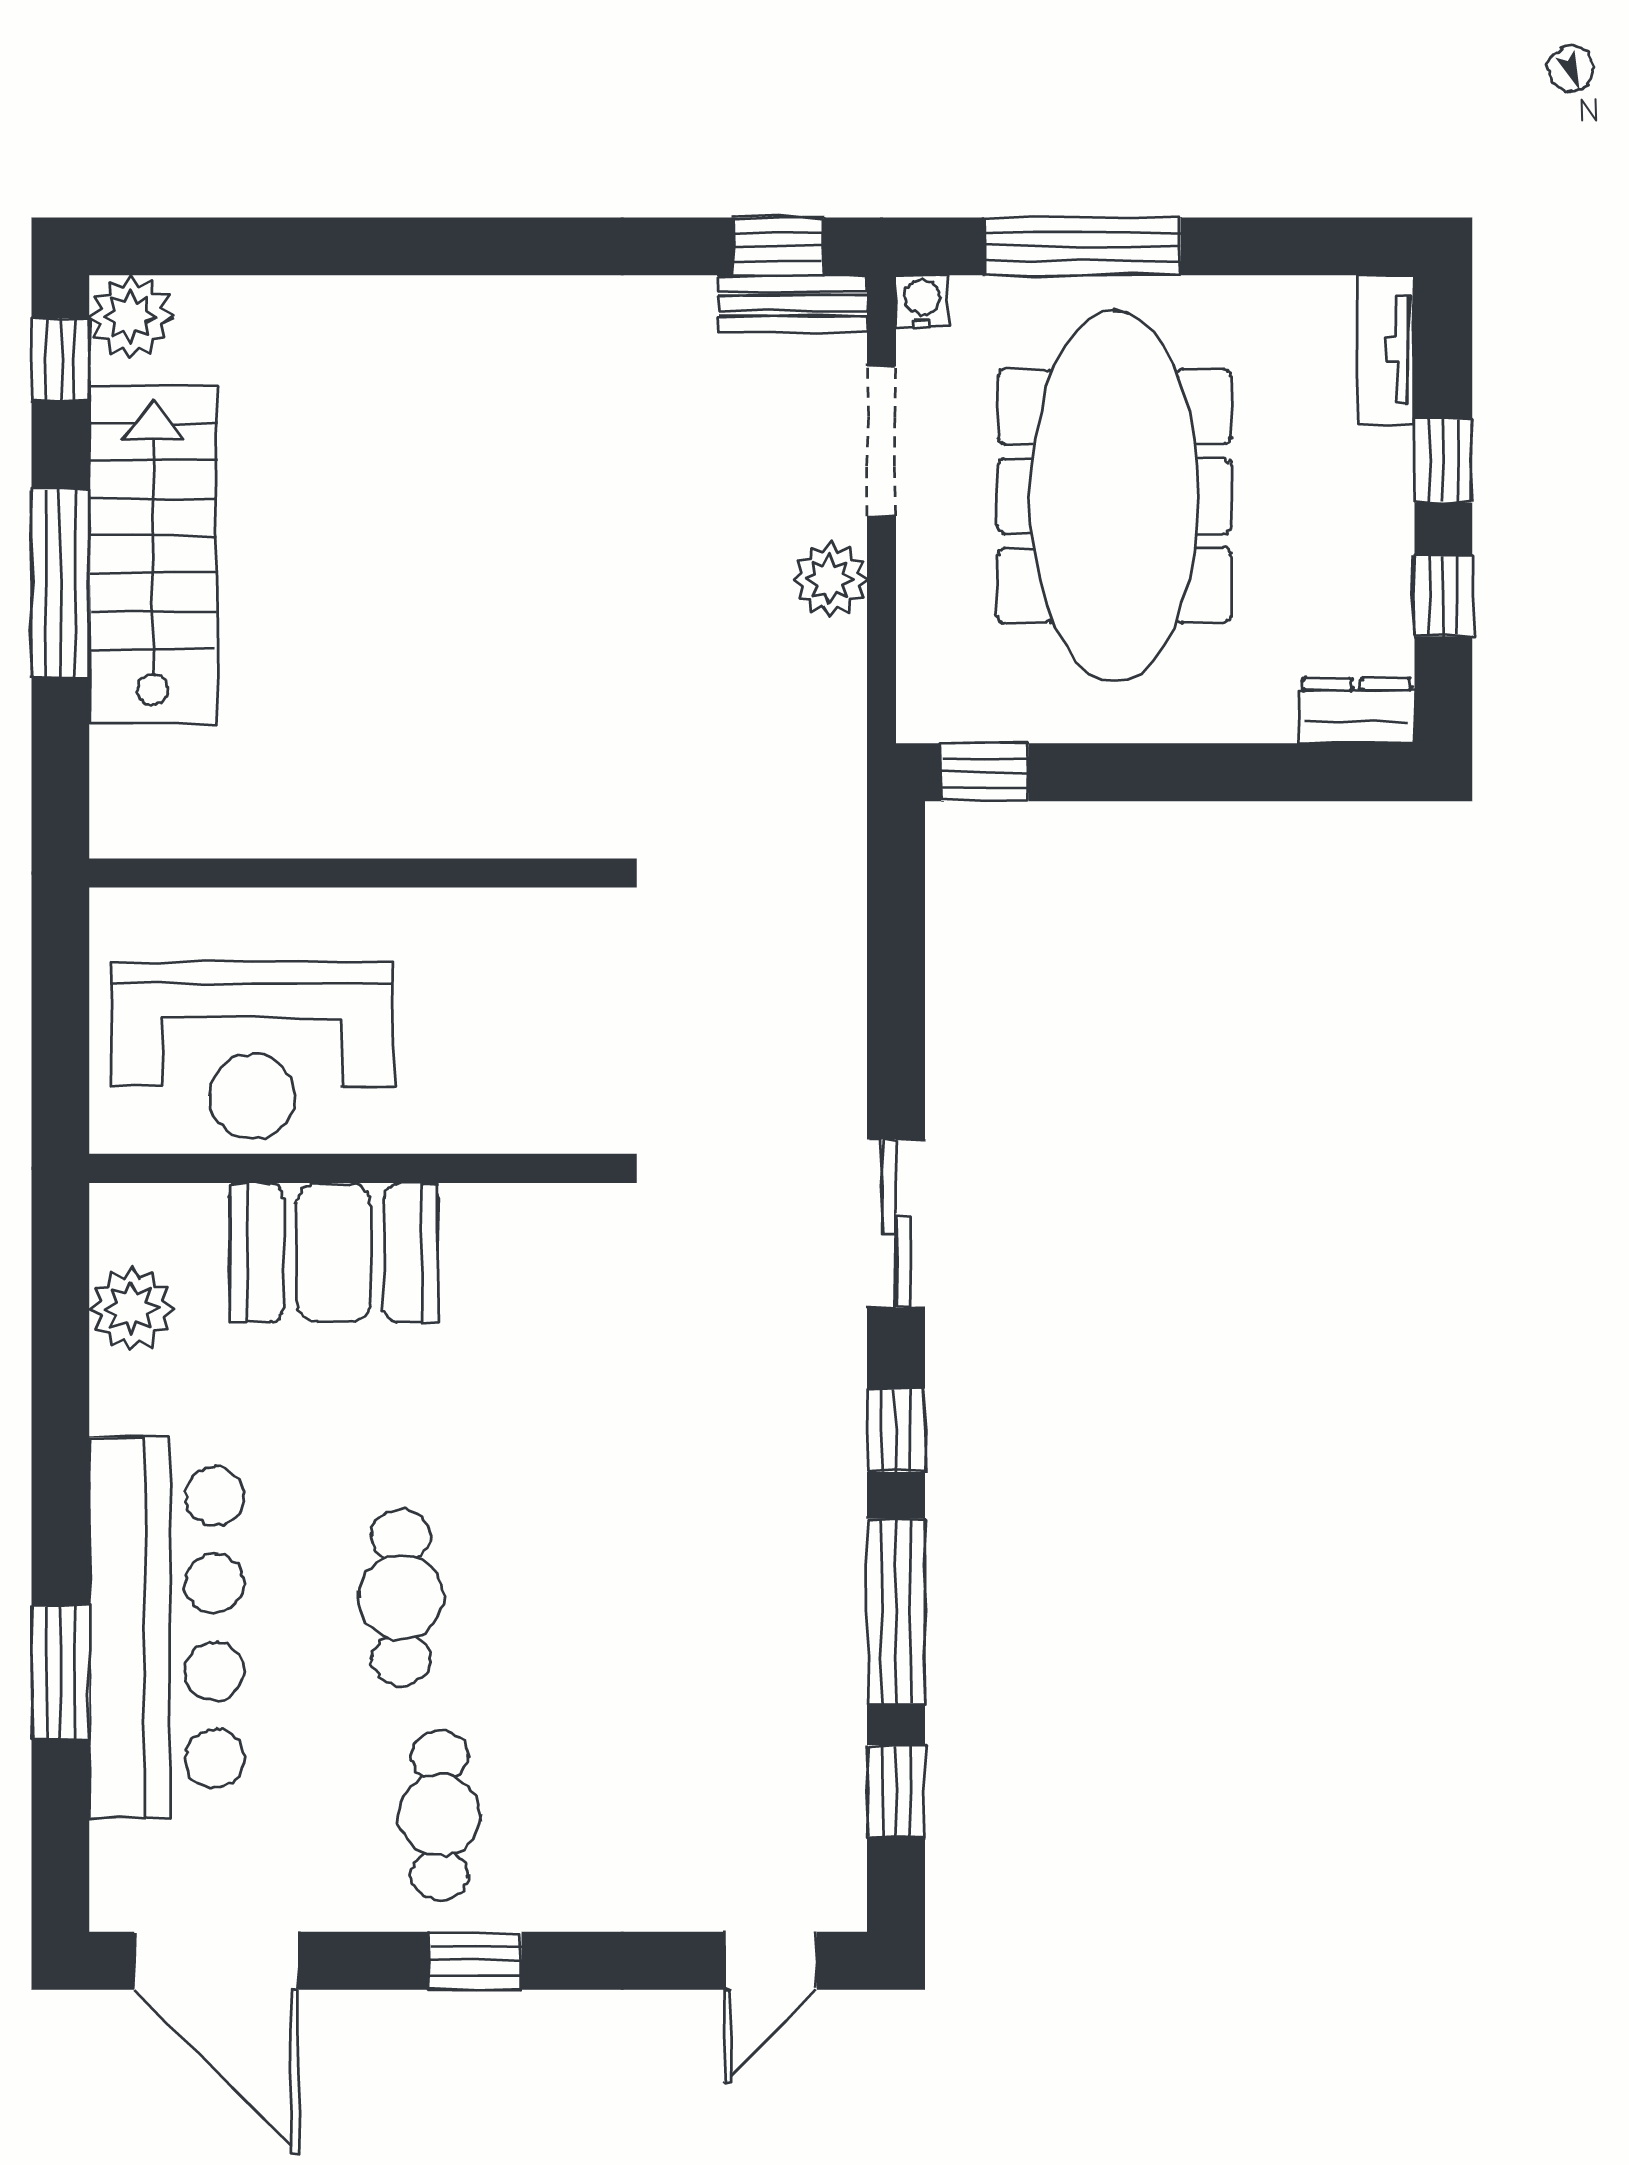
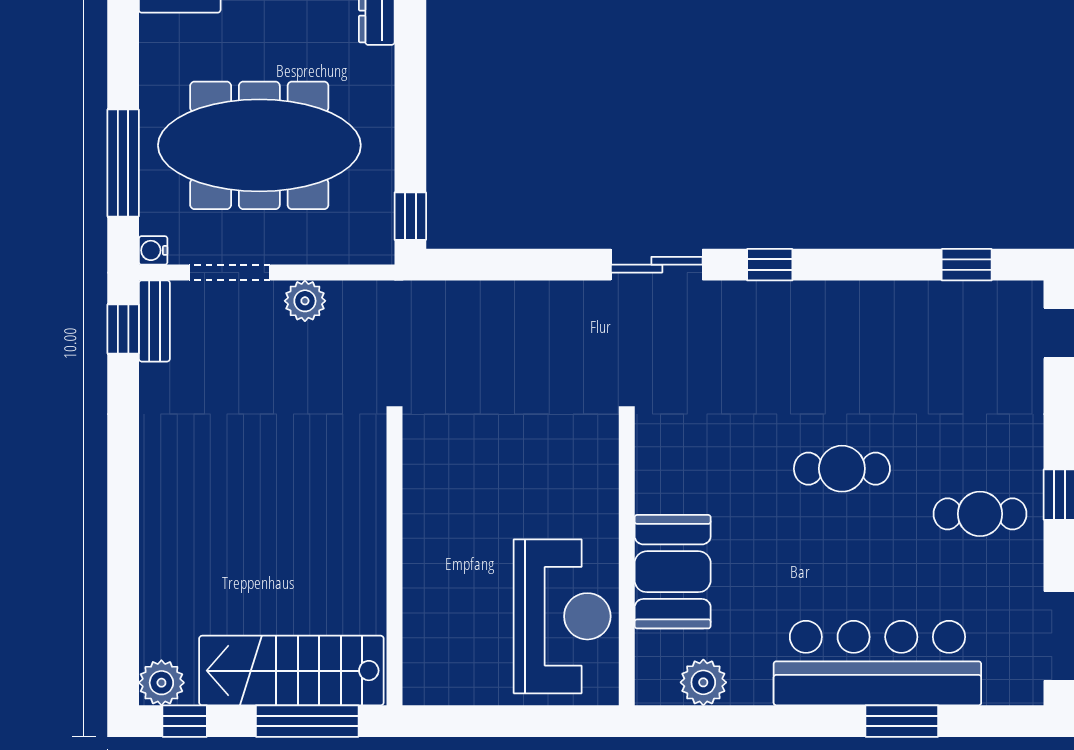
wall: (349, 873) -> (395, 564), moved
cafe table: (401, 1598) -> (842, 469), moved
window: (896, 1611) -> (869, 265), removed

